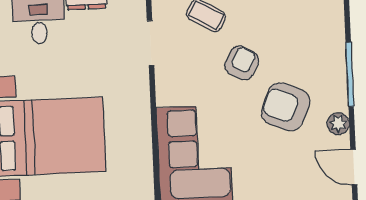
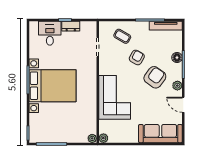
floor lamp: (334, 59) -> (177, 58), added
armchair: (285, 107) -> (155, 77), turned 103

